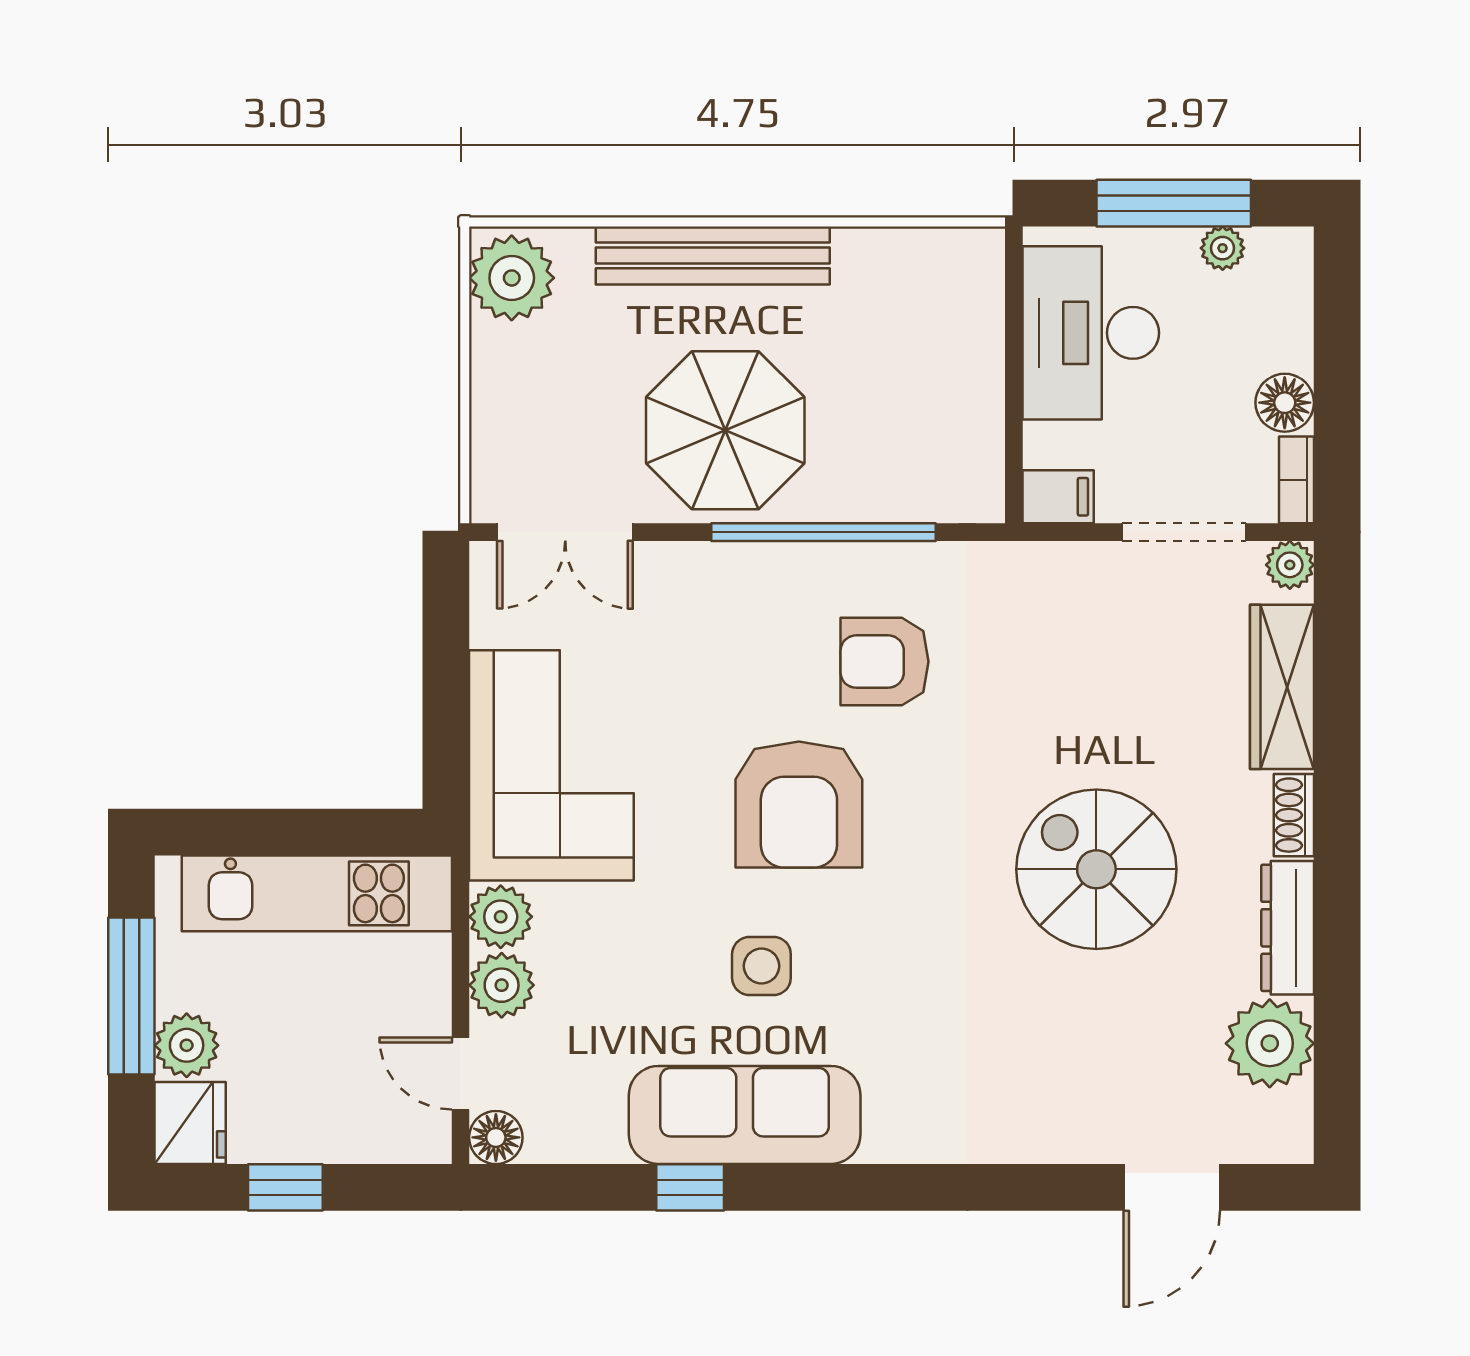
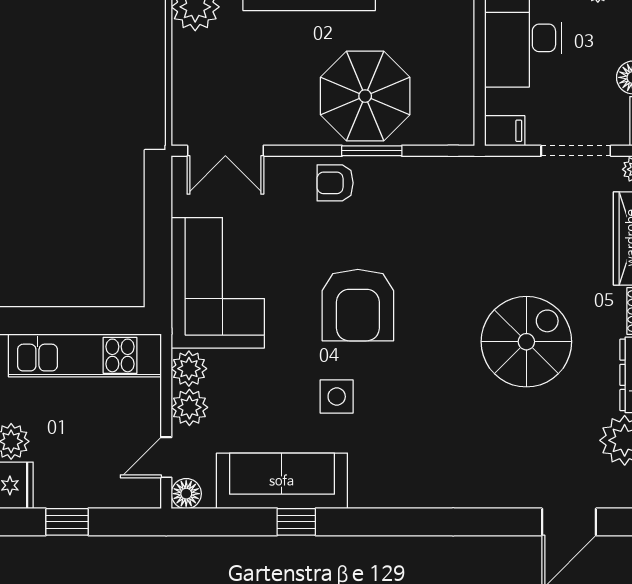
parasol: (725, 430) -> (365, 96), moved
window: (823, 532) -> (372, 151), width x0.47
armchair: (884, 662) -> (335, 183), moved, width x0.72, depth x0.72
spiral stairs: (1096, 869) -> (526, 342), turned 90
door: (460, 1073) -> (166, 457), hinge flipped
sofa: (745, 1115) -> (282, 481), moved

